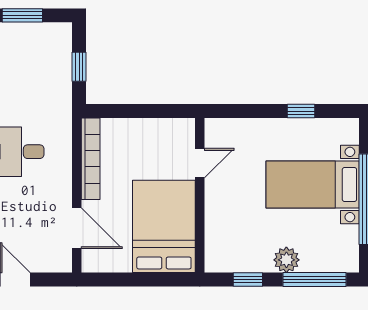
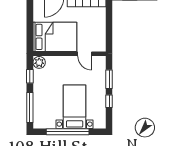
window: (254, 111) -> (109, 79), added
plant: (286, 260) -> (39, 62), moved

